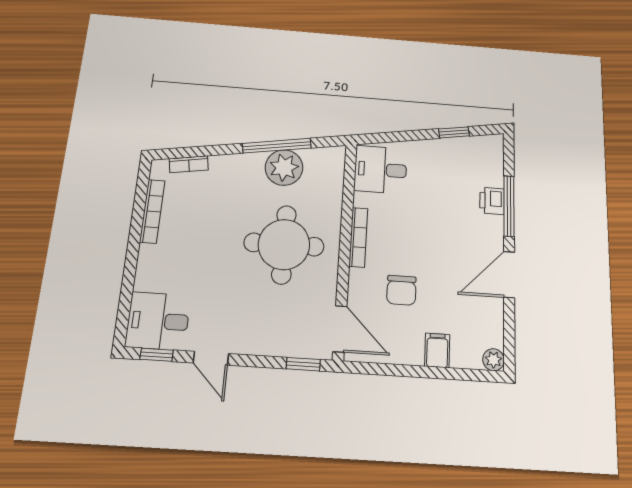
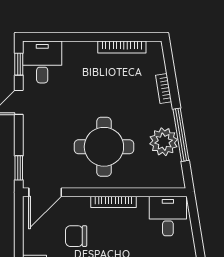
bookcase: (189, 164) -> (164, 89), moved

